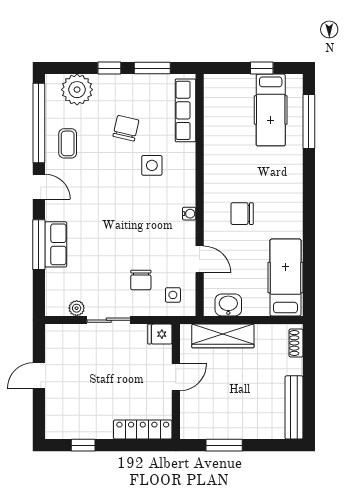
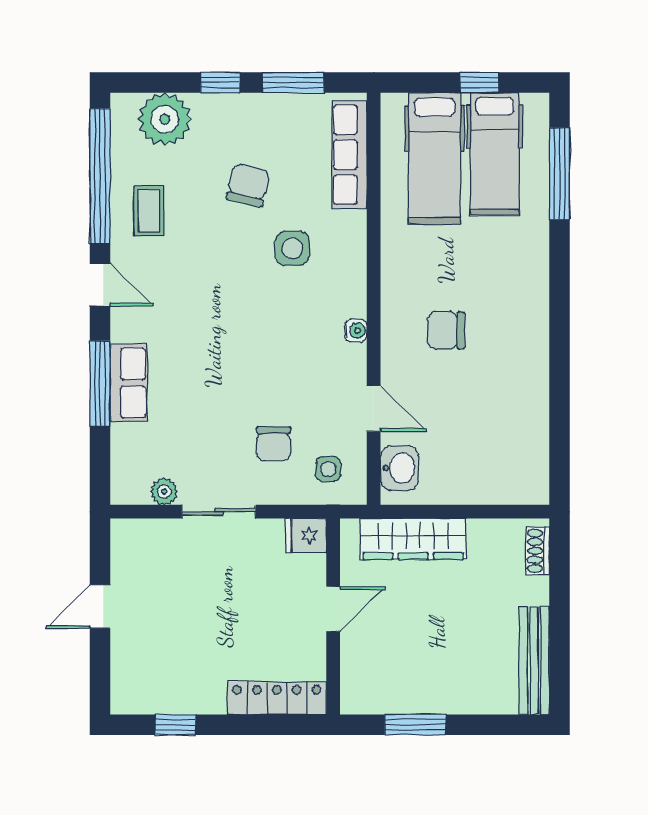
hospital bed: (285, 278) -> (435, 158), moved, turned 180
washbasin: (228, 305) -> (399, 468), moved, turned 90

